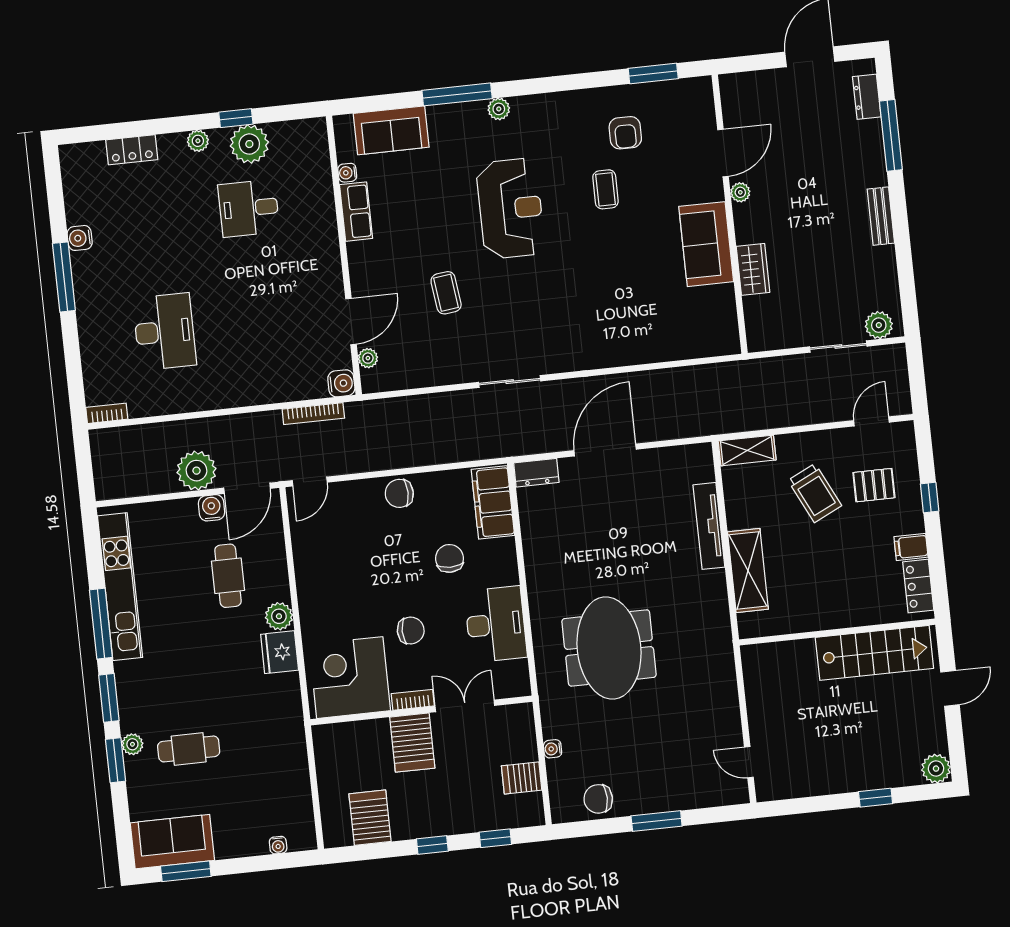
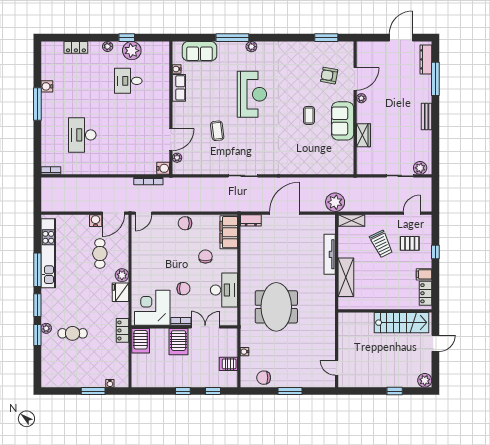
dresser: (867, 97) -> (426, 59), width x1.44
armchair: (625, 133) -> (329, 76), moved, turned 100
coffee table: (605, 189) -> (309, 115), moved
desk: (165, 332) -> (82, 135), turned 180
plant: (197, 471) -> (335, 202), moved
locker: (292, 732) -> (122, 330), added
server rack: (370, 818) -> (141, 341), moved, turned 180
sofa: (172, 842) -> (60, 376), removed
window: (186, 871) -> (93, 391), moved

